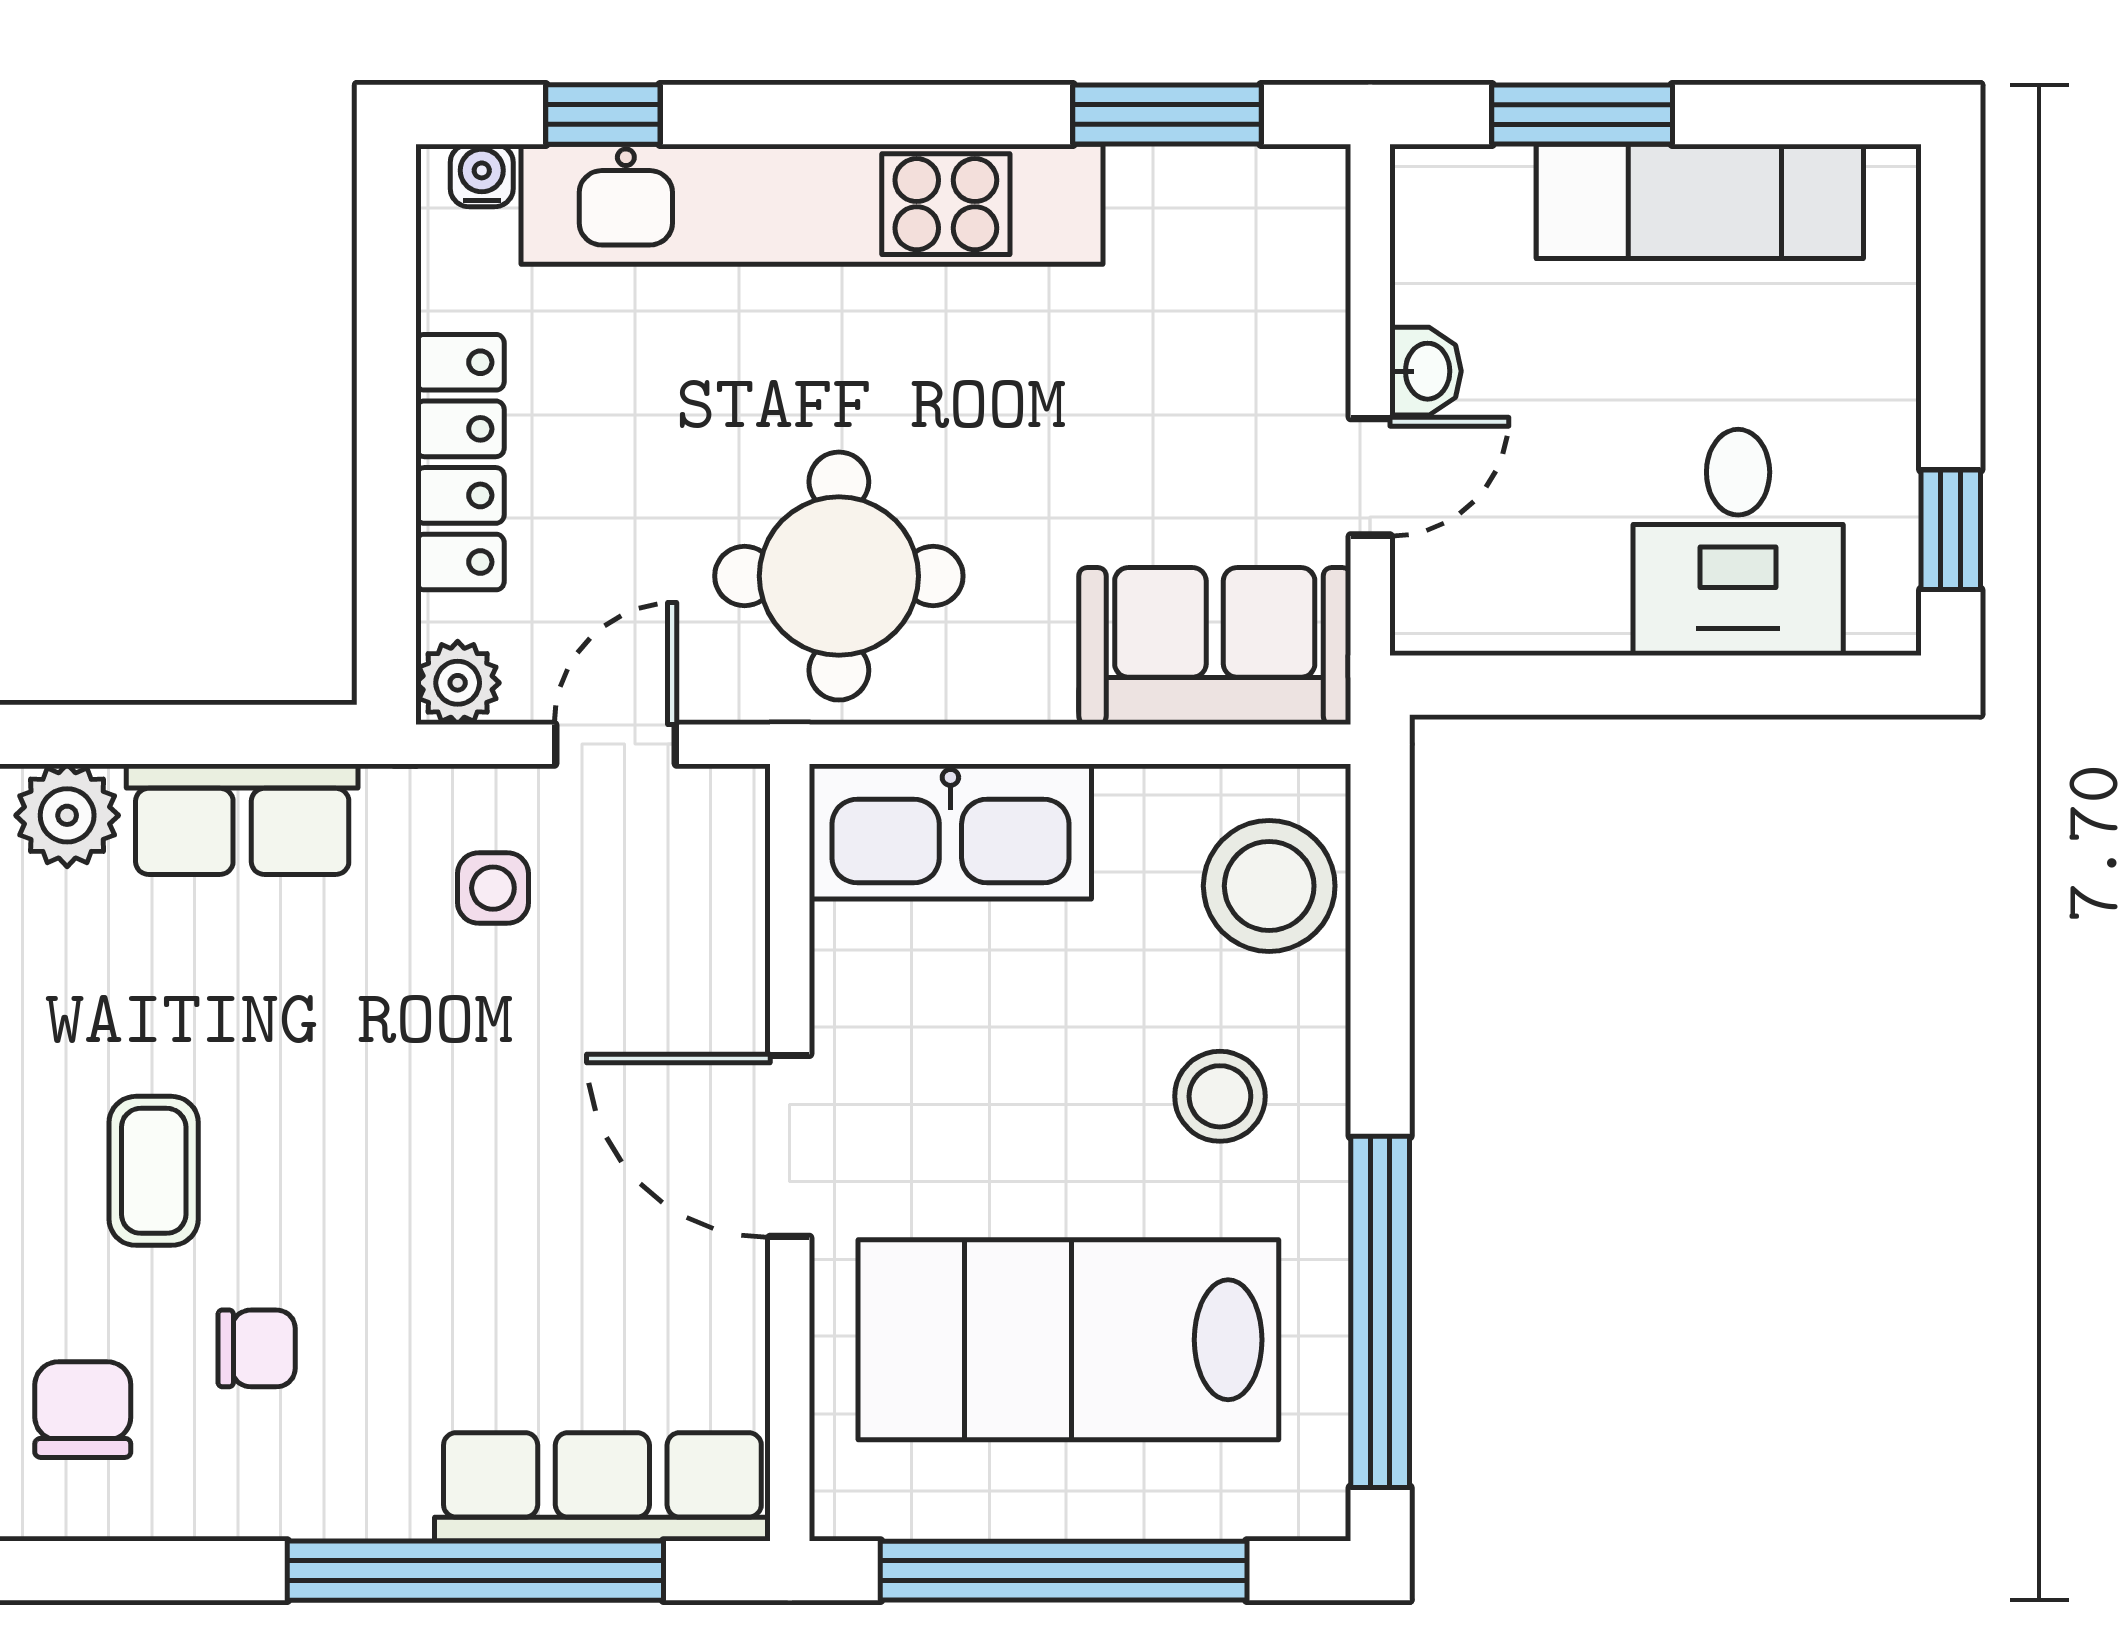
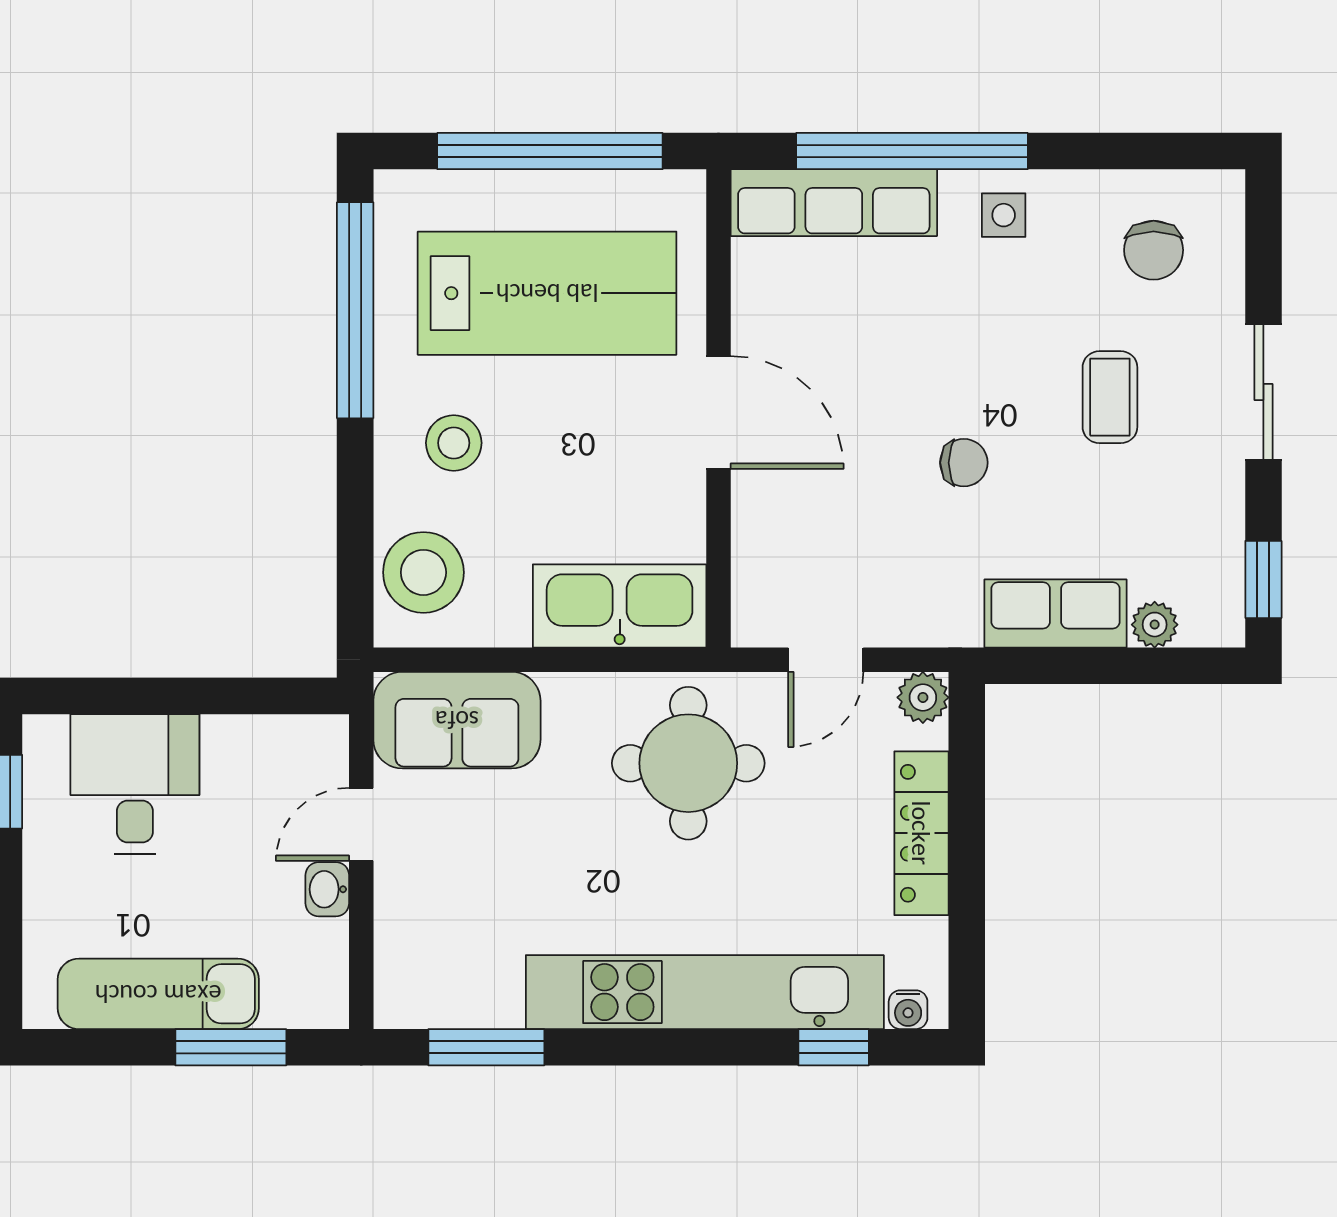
plant: (67, 815) -> (1155, 625), width x0.73, depth x0.73
side table: (493, 888) -> (1004, 215), moved
chair: (257, 1348) -> (964, 463), moved, turned 180

